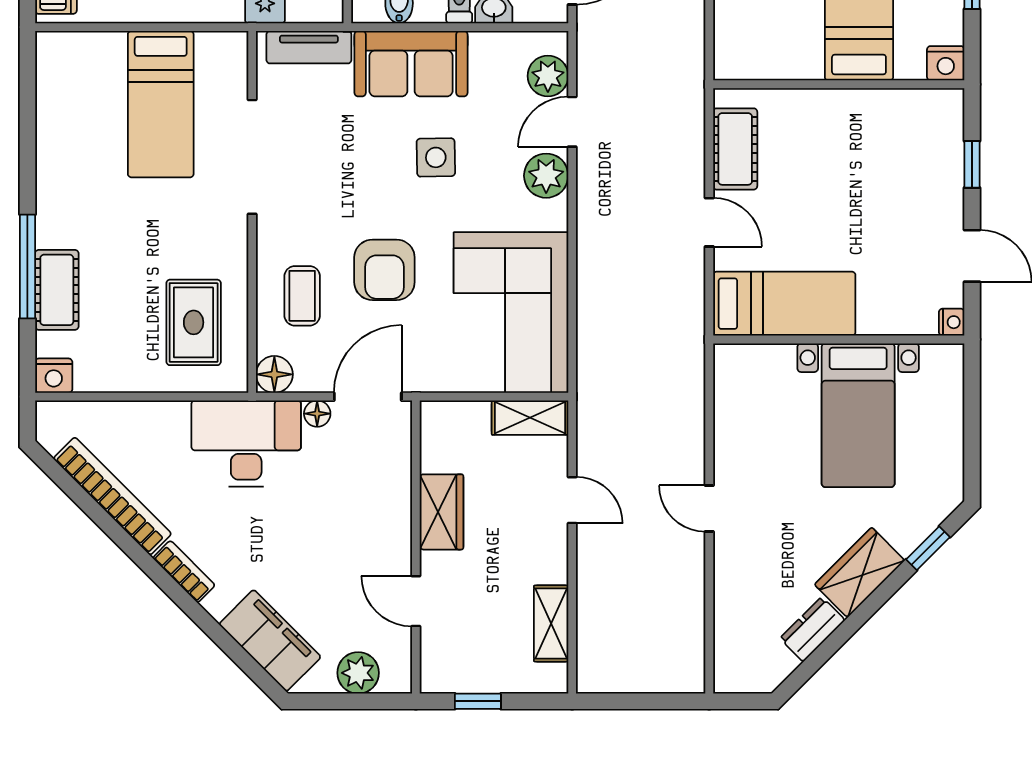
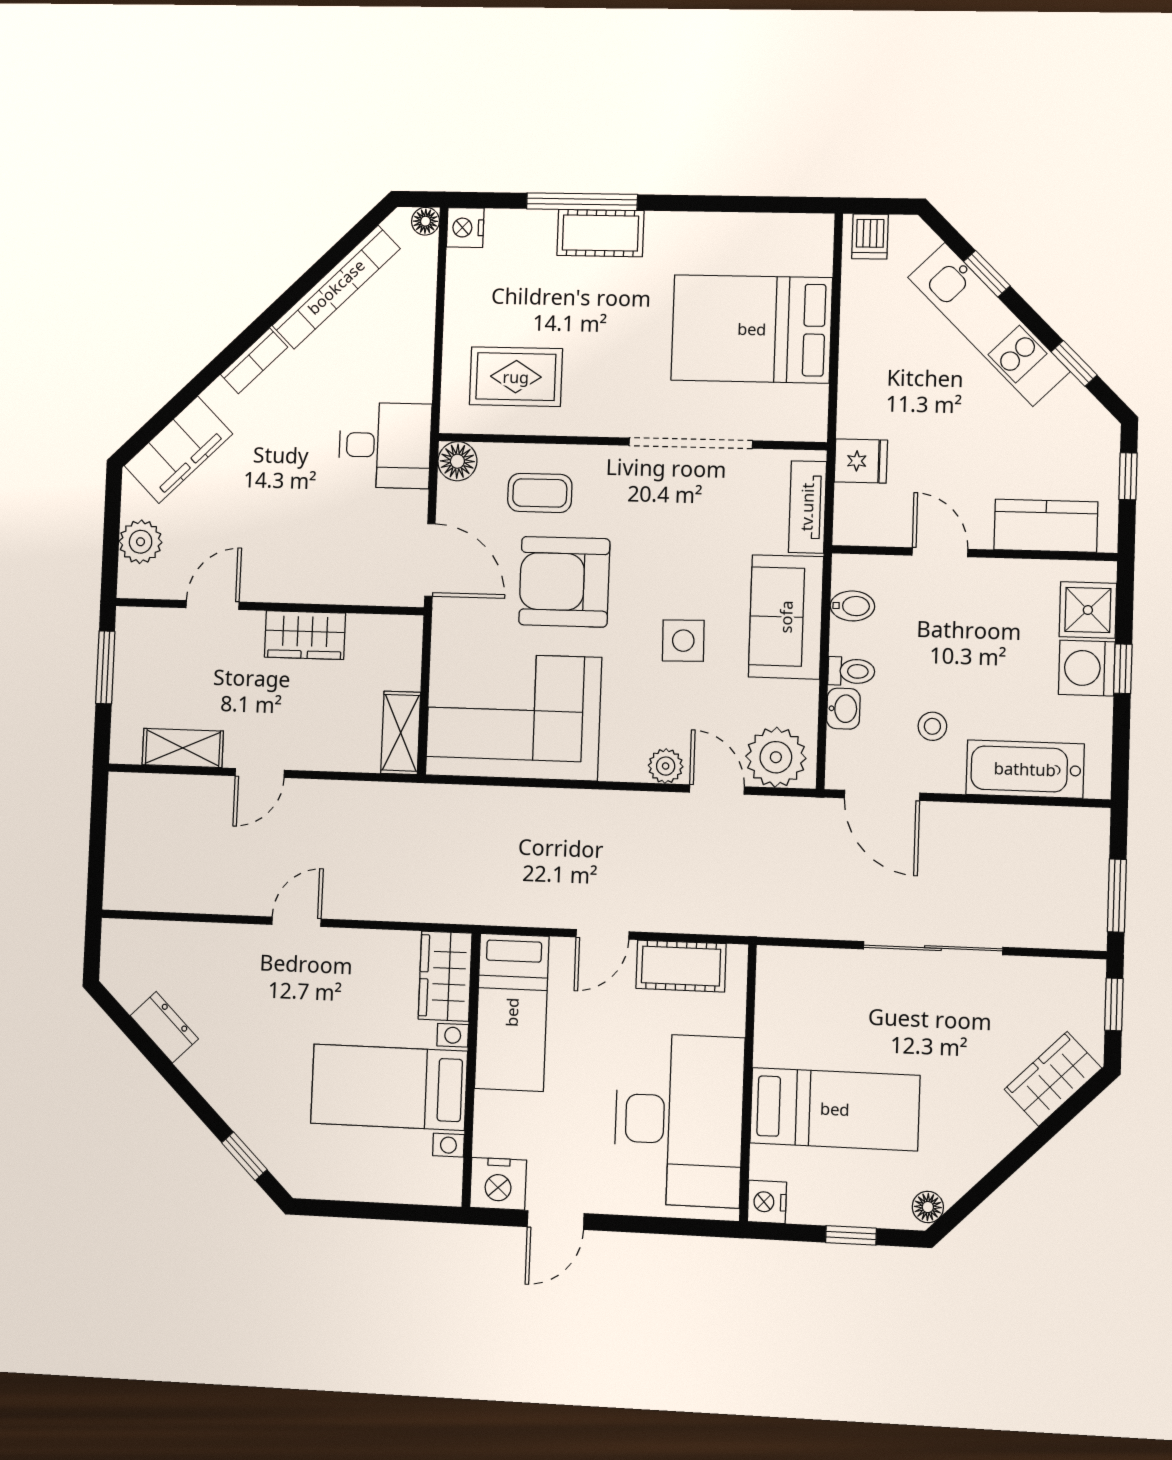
plant: (548, 76) -> (776, 757), width x1.36, depth x1.36
bed: (161, 104) -> (752, 329), width x1.50
desk: (876, 146) -> (679, 1120), added
window: (972, 164) -> (655, 1225), removed
plant: (546, 176) -> (666, 766), width x0.73, depth x0.73
armchair: (384, 270) -> (564, 582), width x1.36, depth x1.36
cot: (57, 290) -> (600, 233), moved
nightstand: (952, 322) -> (498, 1184), width x1.89, depth x1.79
floor lamp: (317, 414) -> (425, 221), moved
desk: (246, 443) -> (385, 445), width x0.73
door: (572, 500) -> (260, 773), moved
wardrobe: (860, 572) -> (445, 976), moved, turned -135
window: (478, 701) -> (105, 667), width x1.50

